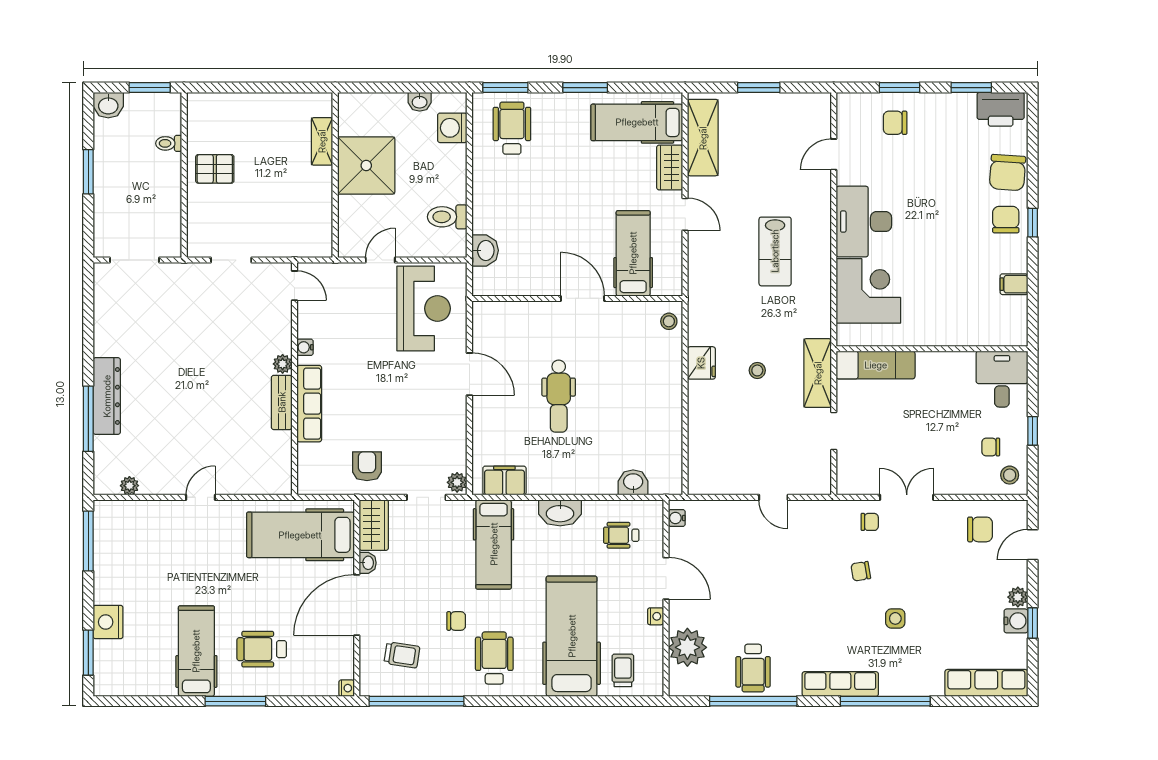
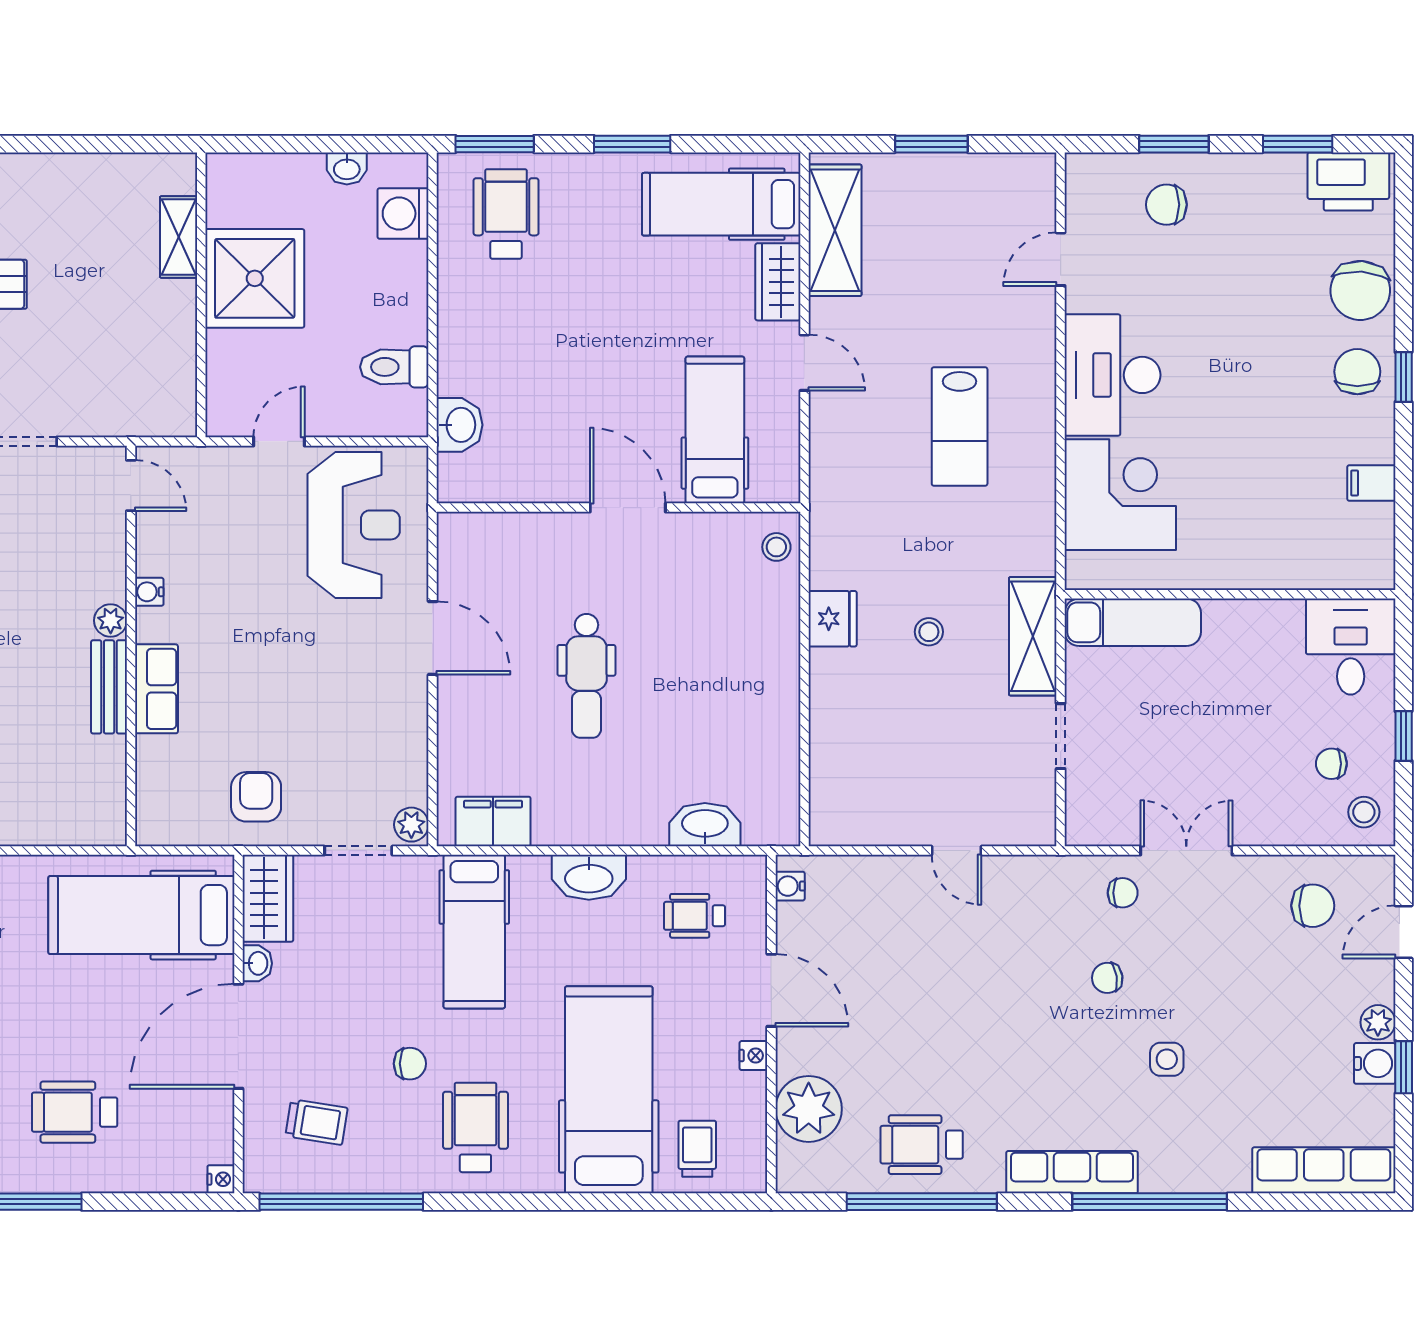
row of seats: (309, 404) -> (156, 689), width x0.68
washbasin: (633, 482) -> (705, 825), width x1.38
wheelchair: (753, 668) -> (922, 1145), turned 90

